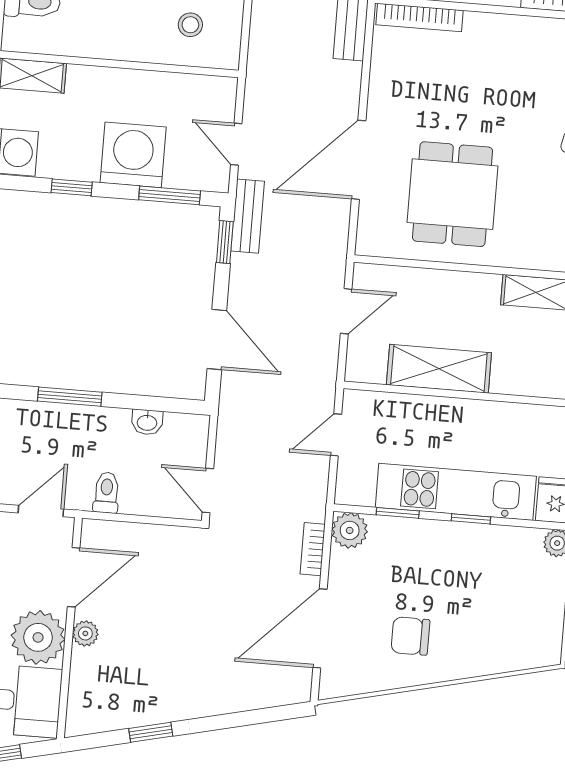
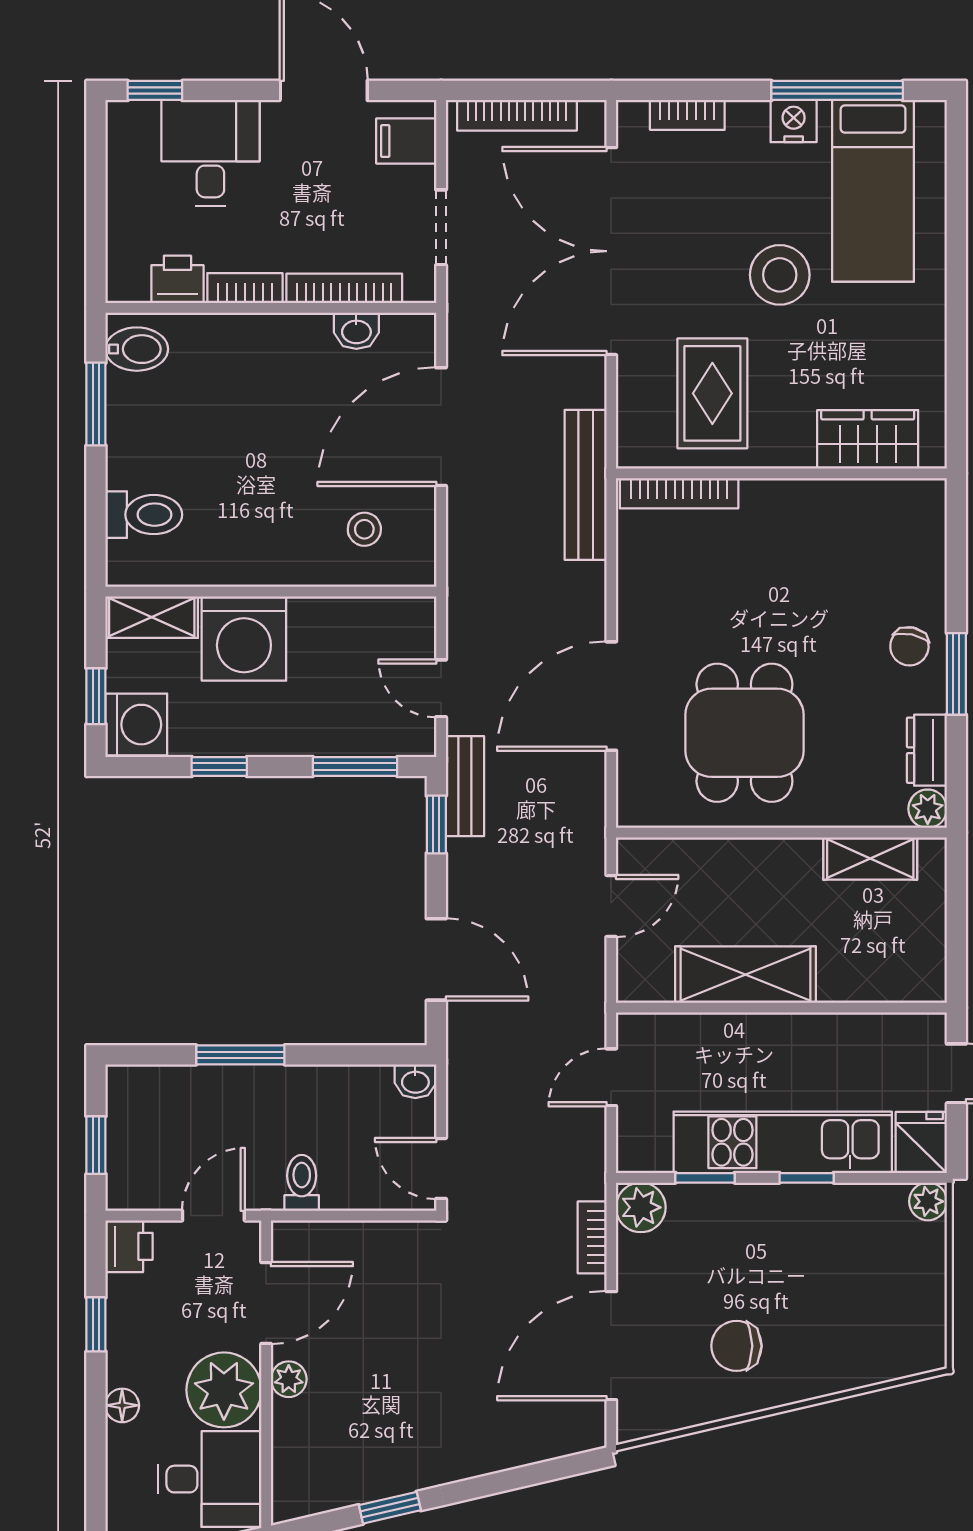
washing machine: (133, 155) -> (244, 639), moved, turned 180
washbasin: (147, 422) -> (415, 1081), moved

